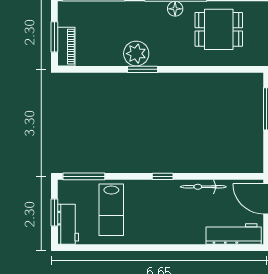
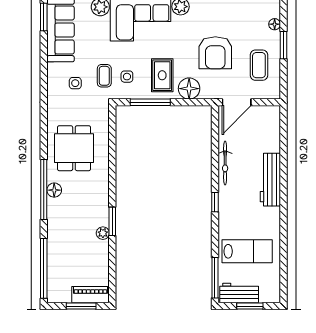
plant: (136, 54) -> (103, 233), width x0.53, depth x0.53
workbench: (68, 224) -> (239, 293), moved
workbench: (234, 234) -> (270, 180), moved

